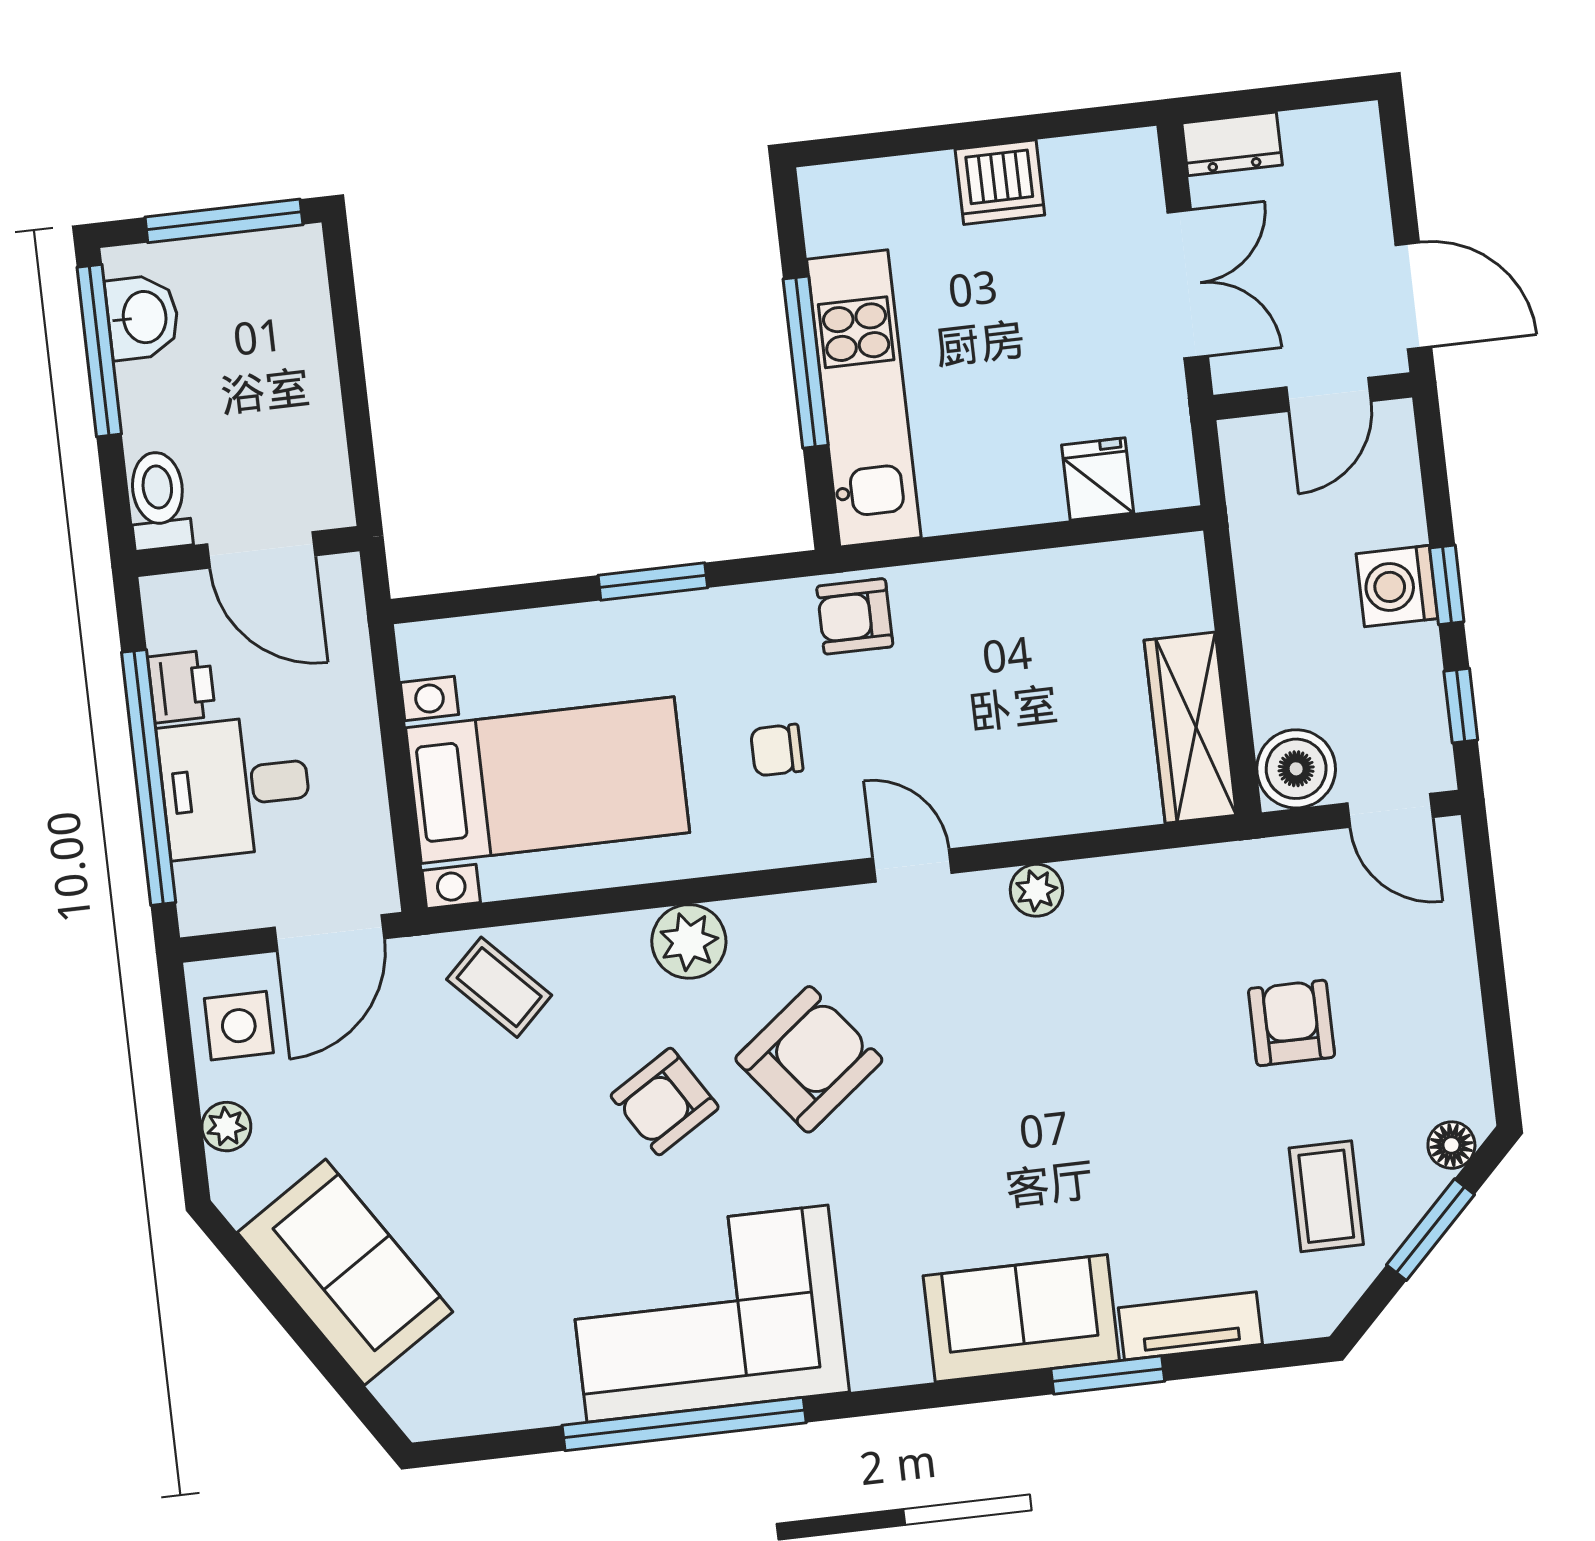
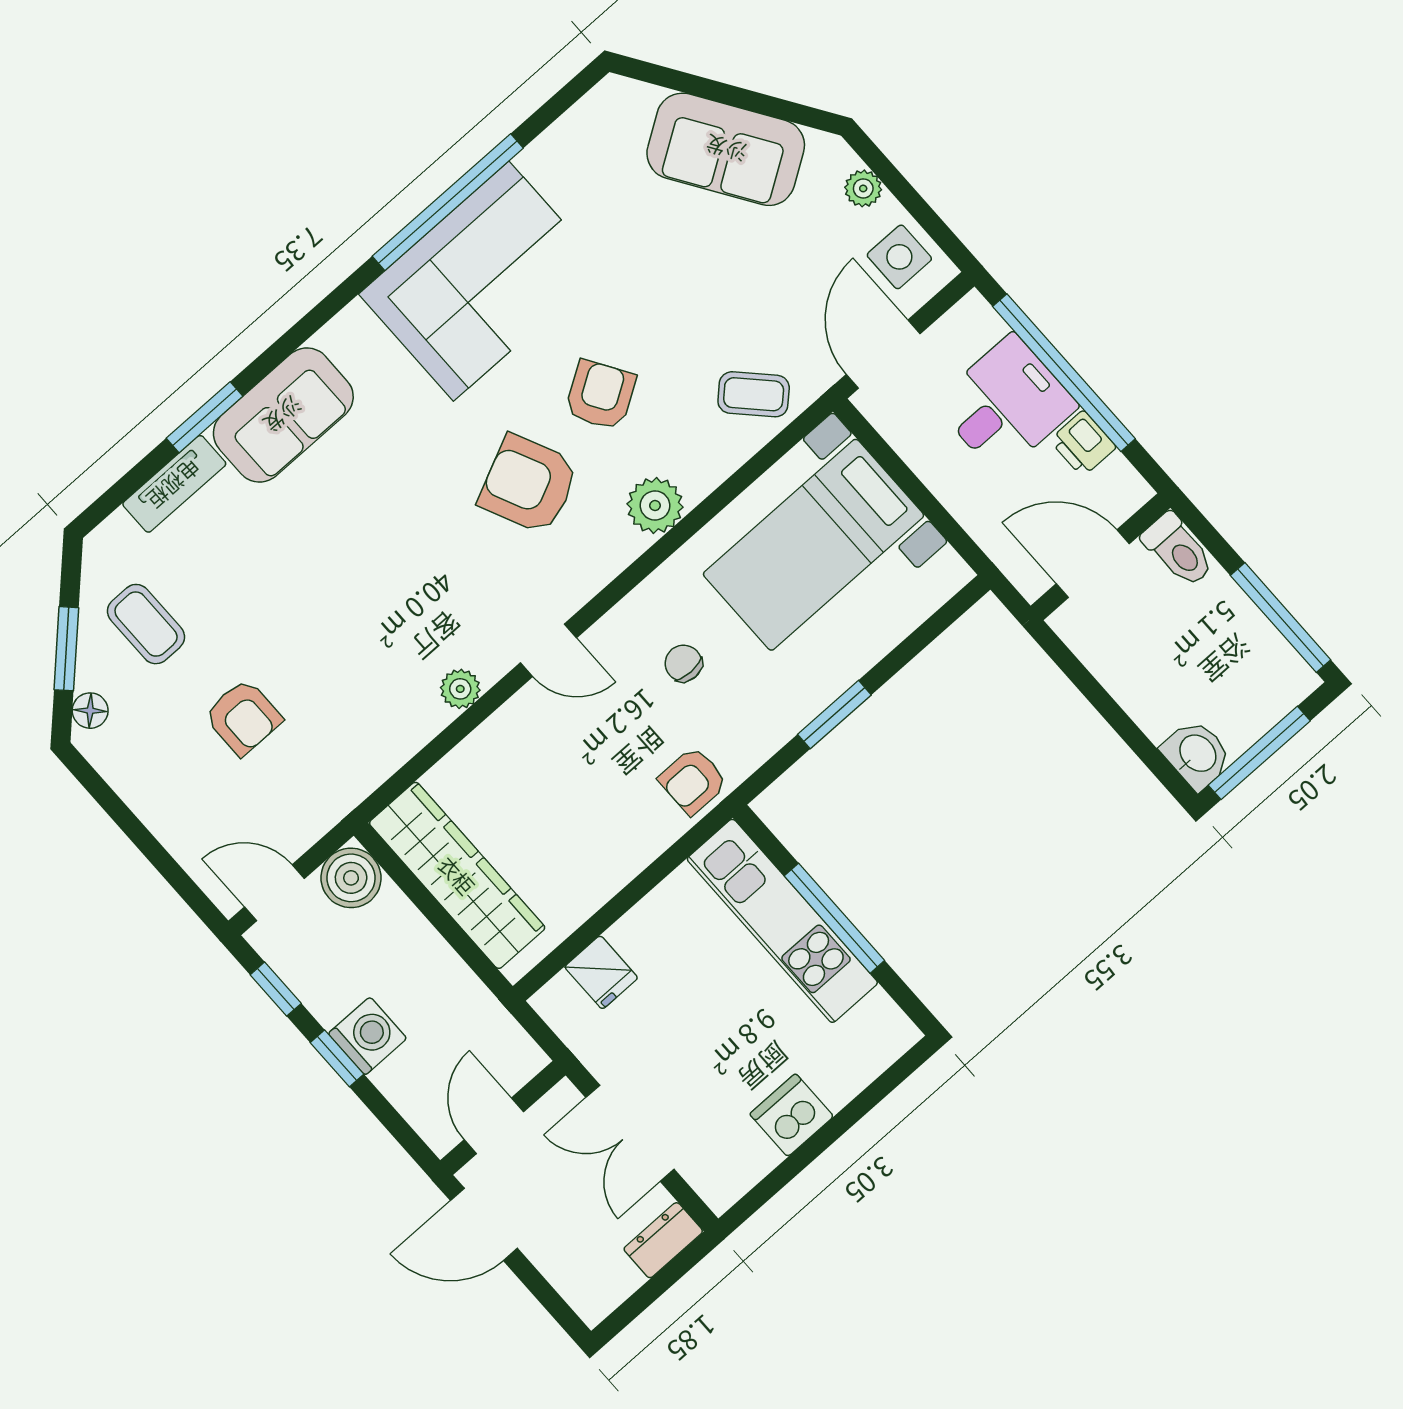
washbasin: (143, 317) -> (1197, 754), moved, turned 180
armchair: (855, 616) -> (693, 781), turned 180
wardrobe: (1190, 728) -> (457, 875), width x1.40, depth x1.17
chair: (777, 750) -> (684, 663), turned -90
armchair: (809, 1059) -> (529, 484), turned 103

